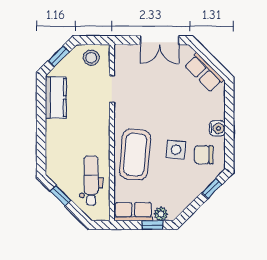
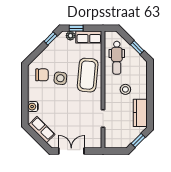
stool: (91, 58) -> (125, 89), moved
water cooler: (217, 128) -> (33, 107), moved
window: (212, 188) -> (51, 38), moved

